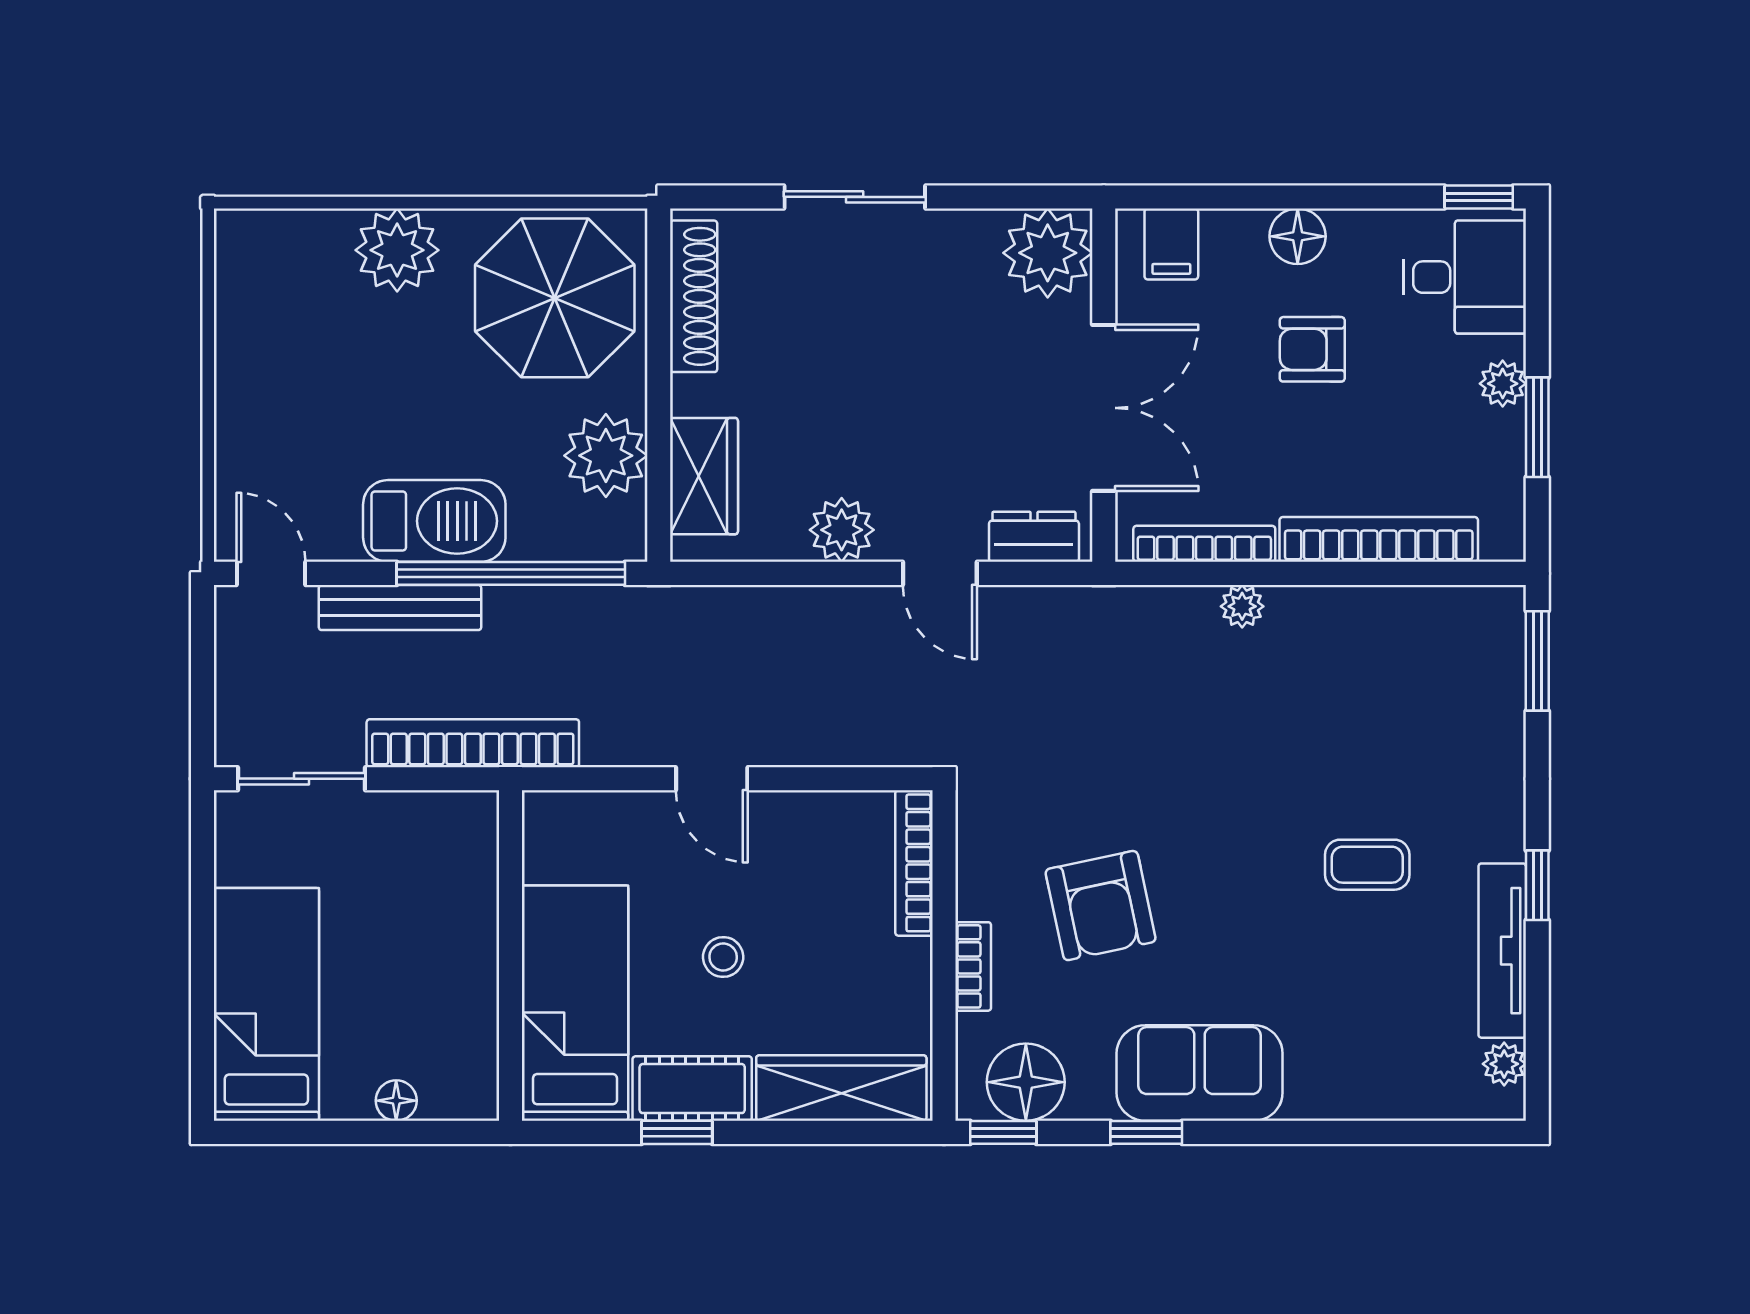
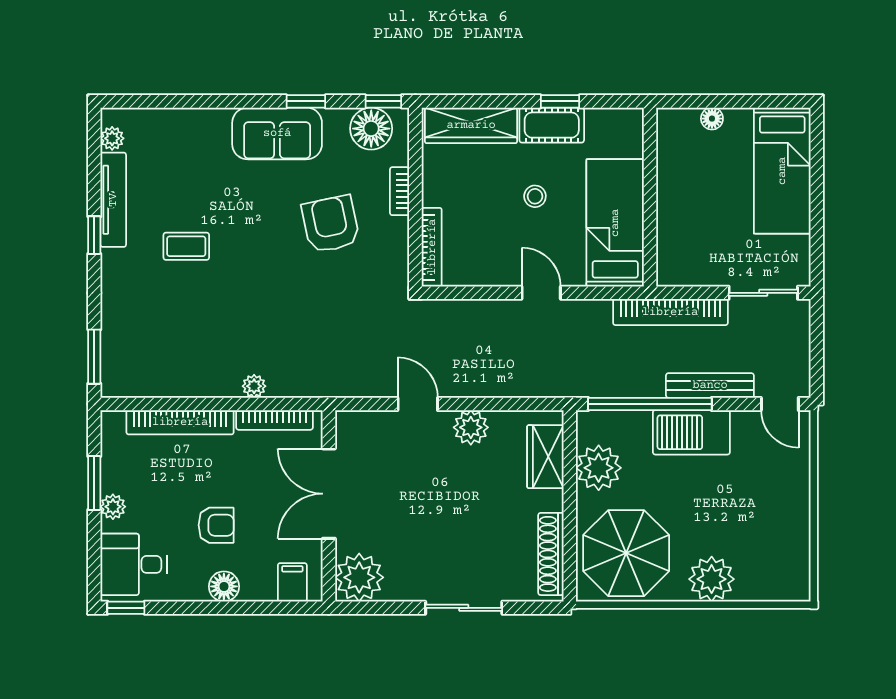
dresser: (1034, 537) -> (367, 424), removed
bed: (575, 1003) -> (615, 223), moved, turned 180

